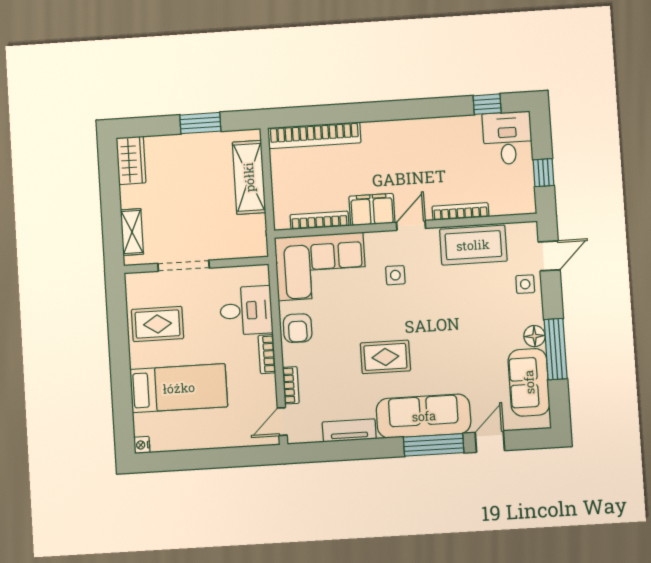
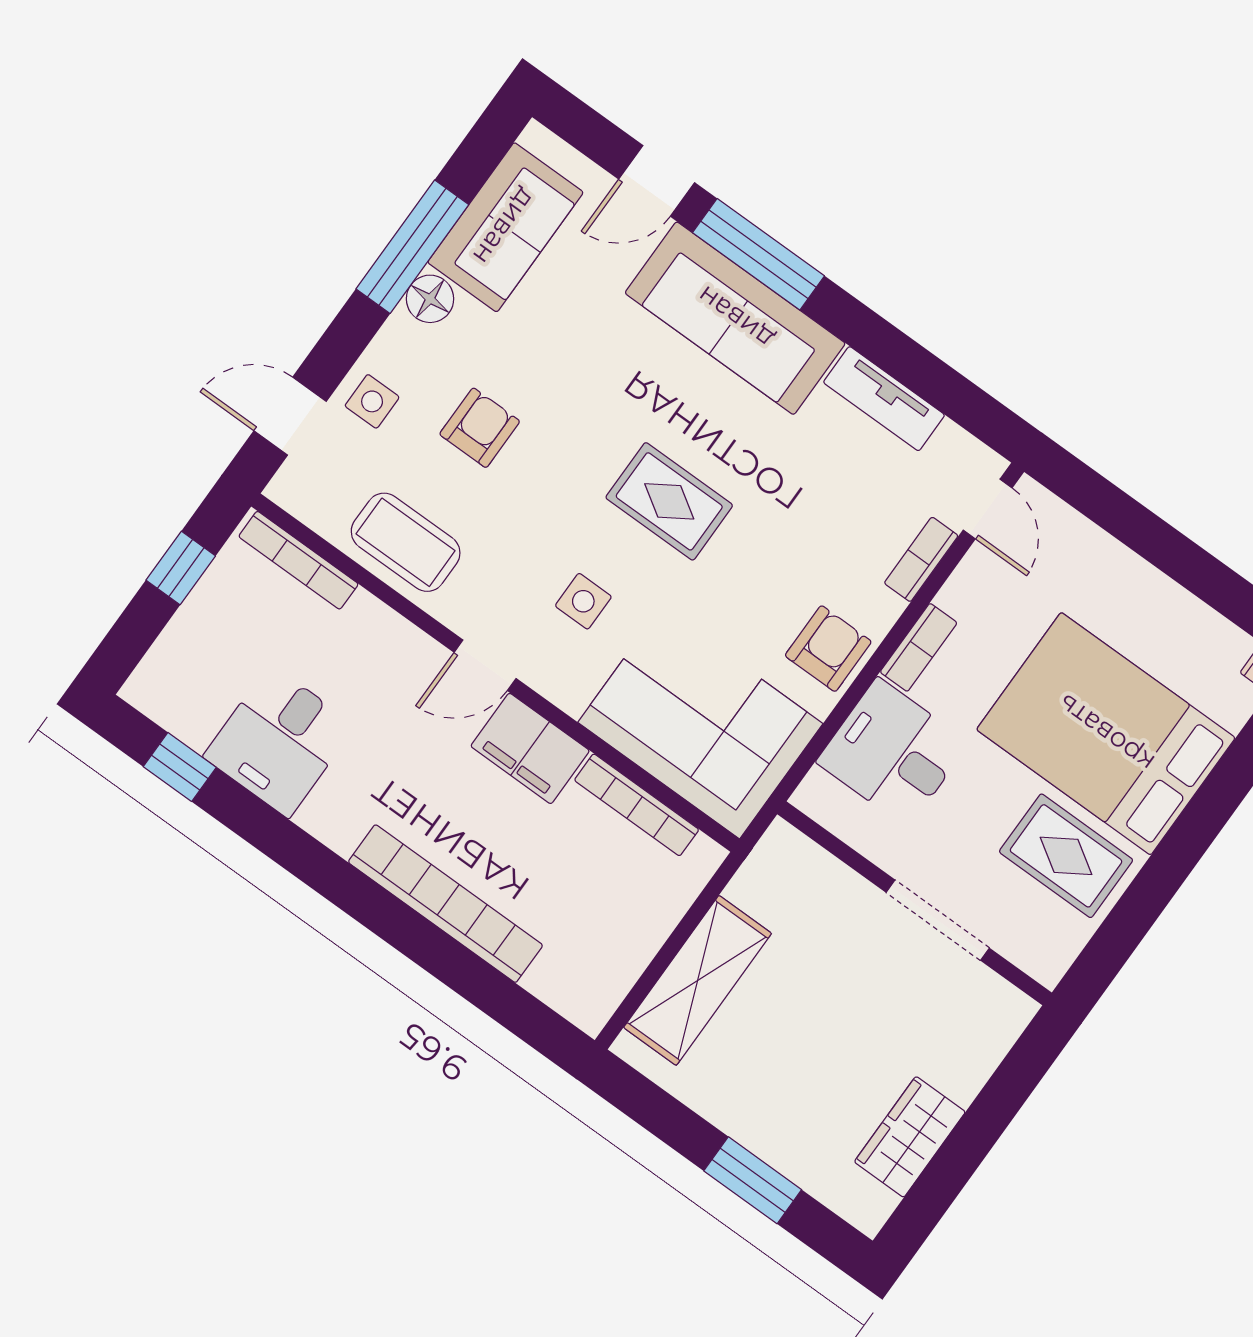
window: (200, 123) -> (753, 1180), moved
bookcase: (314, 135) -> (445, 904), moved
desk: (508, 138) -> (279, 741), moved
wardrobe: (131, 160) -> (910, 1137), moved
bookcase: (460, 211) -> (298, 560), moved
shelving: (132, 232) -> (980, 1053), removed
coffee table: (473, 245) -> (406, 542), width x0.73, depth x0.76
armchair: (480, 306) -> (480, 428), added
rug: (385, 357) -> (669, 501), moved
bed: (179, 388) -> (1106, 734), width x1.50
door: (282, 422) -> (988, 509), hinge flipped

